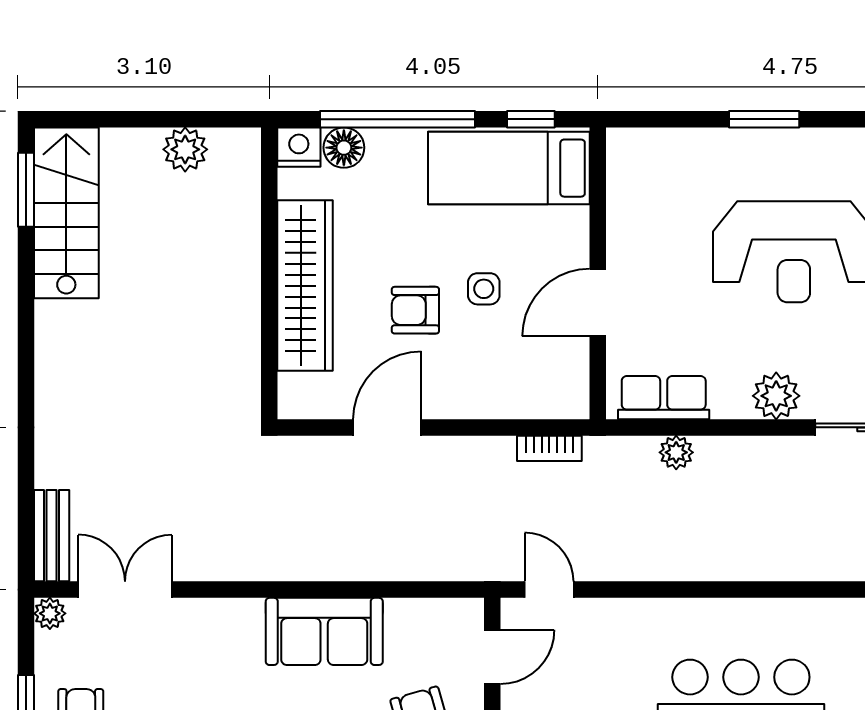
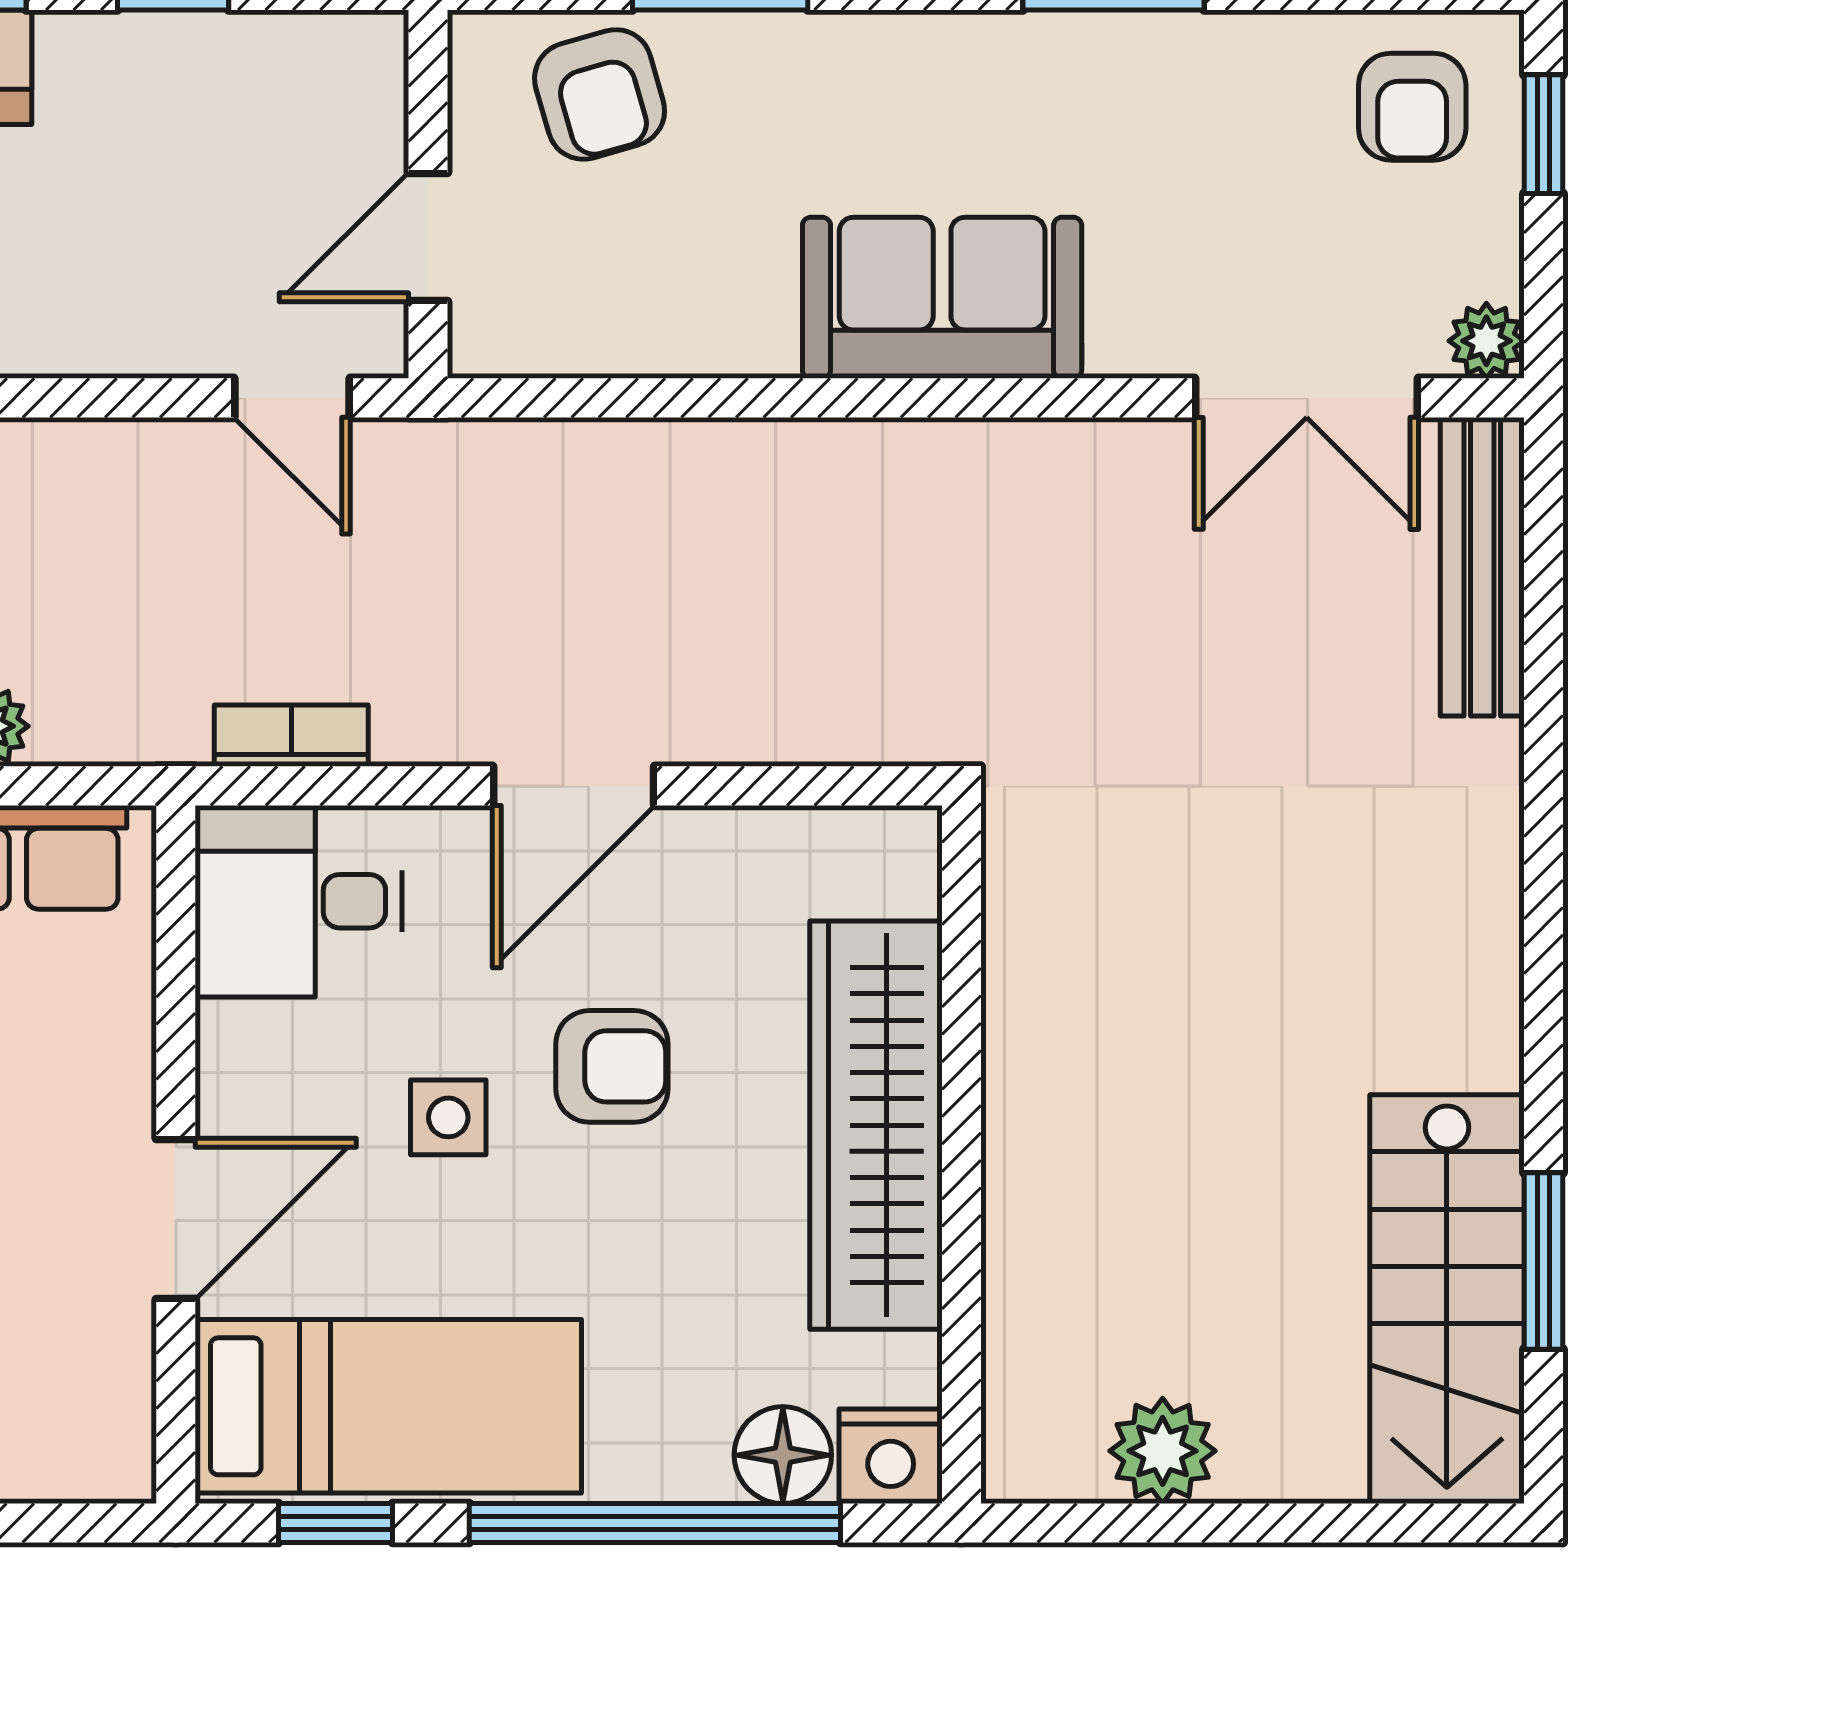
window: (26, 190) -> (1544, 1261), moved
door: (598, 303) -> (176, 1219), moved
desk: (546, 379) -> (299, 901), added
door: (387, 427) -> (574, 786), moved
bench: (52, 536) -> (1482, 567), width x1.36
sofa: (324, 631) -> (942, 298), moved

